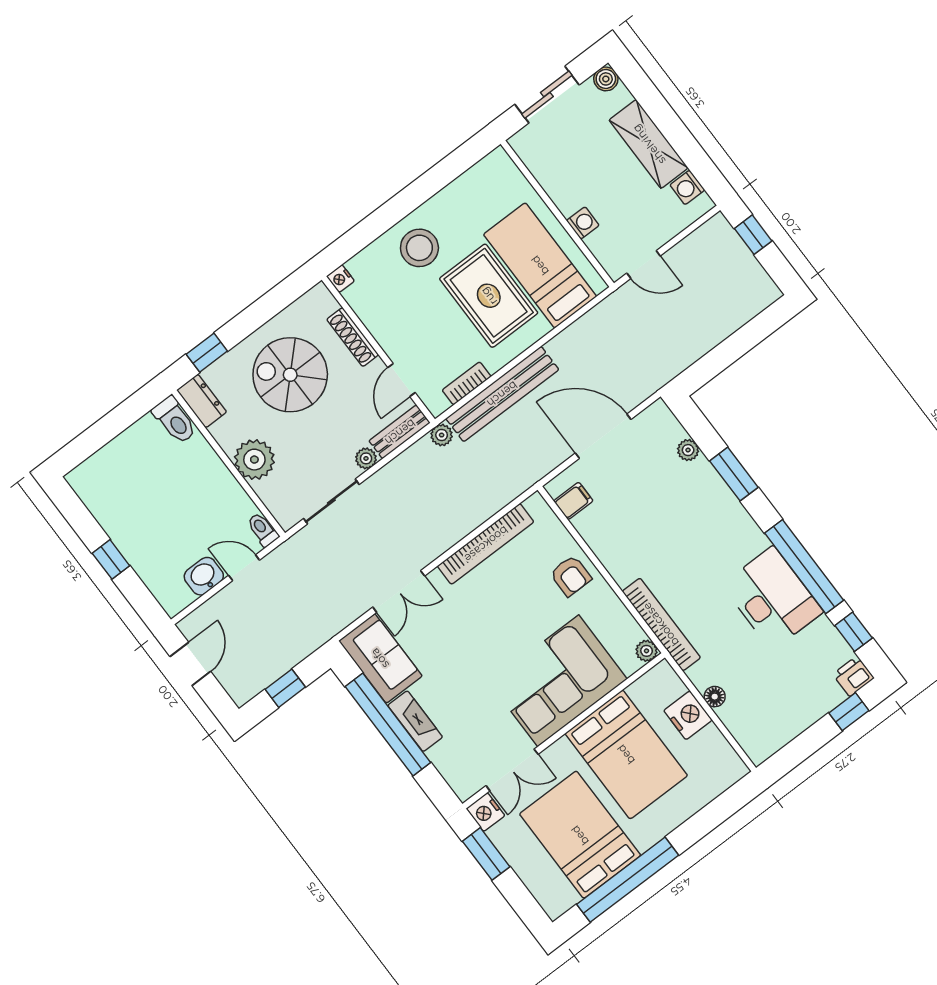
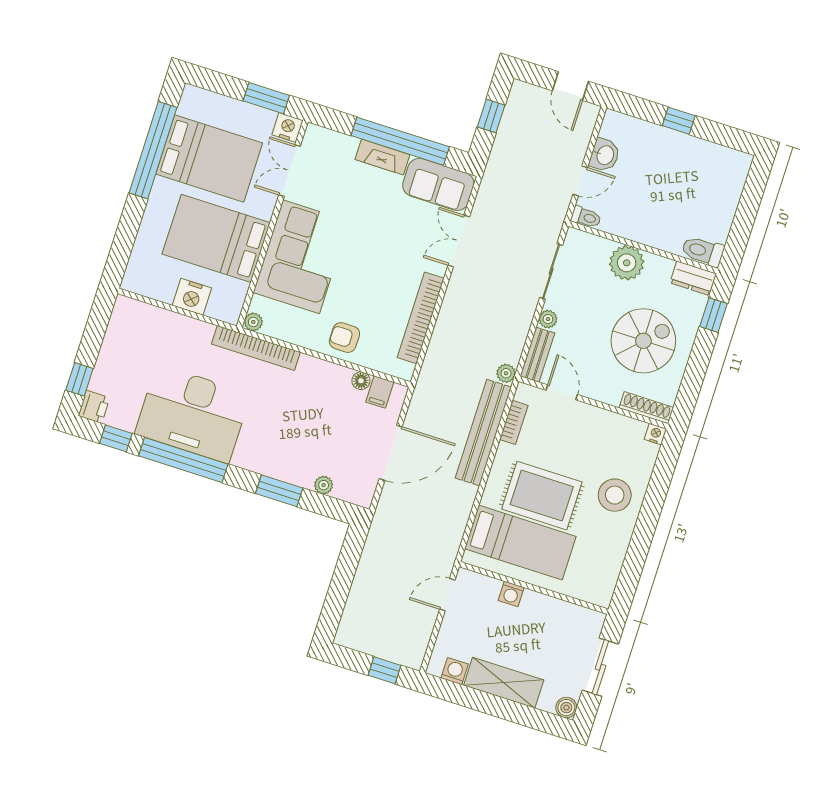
shoe rack: (353, 337) -> (646, 408), moved
desk: (772, 598) -> (193, 414), width x1.36, depth x1.30
floor lamp: (715, 697) -> (361, 381), moved

